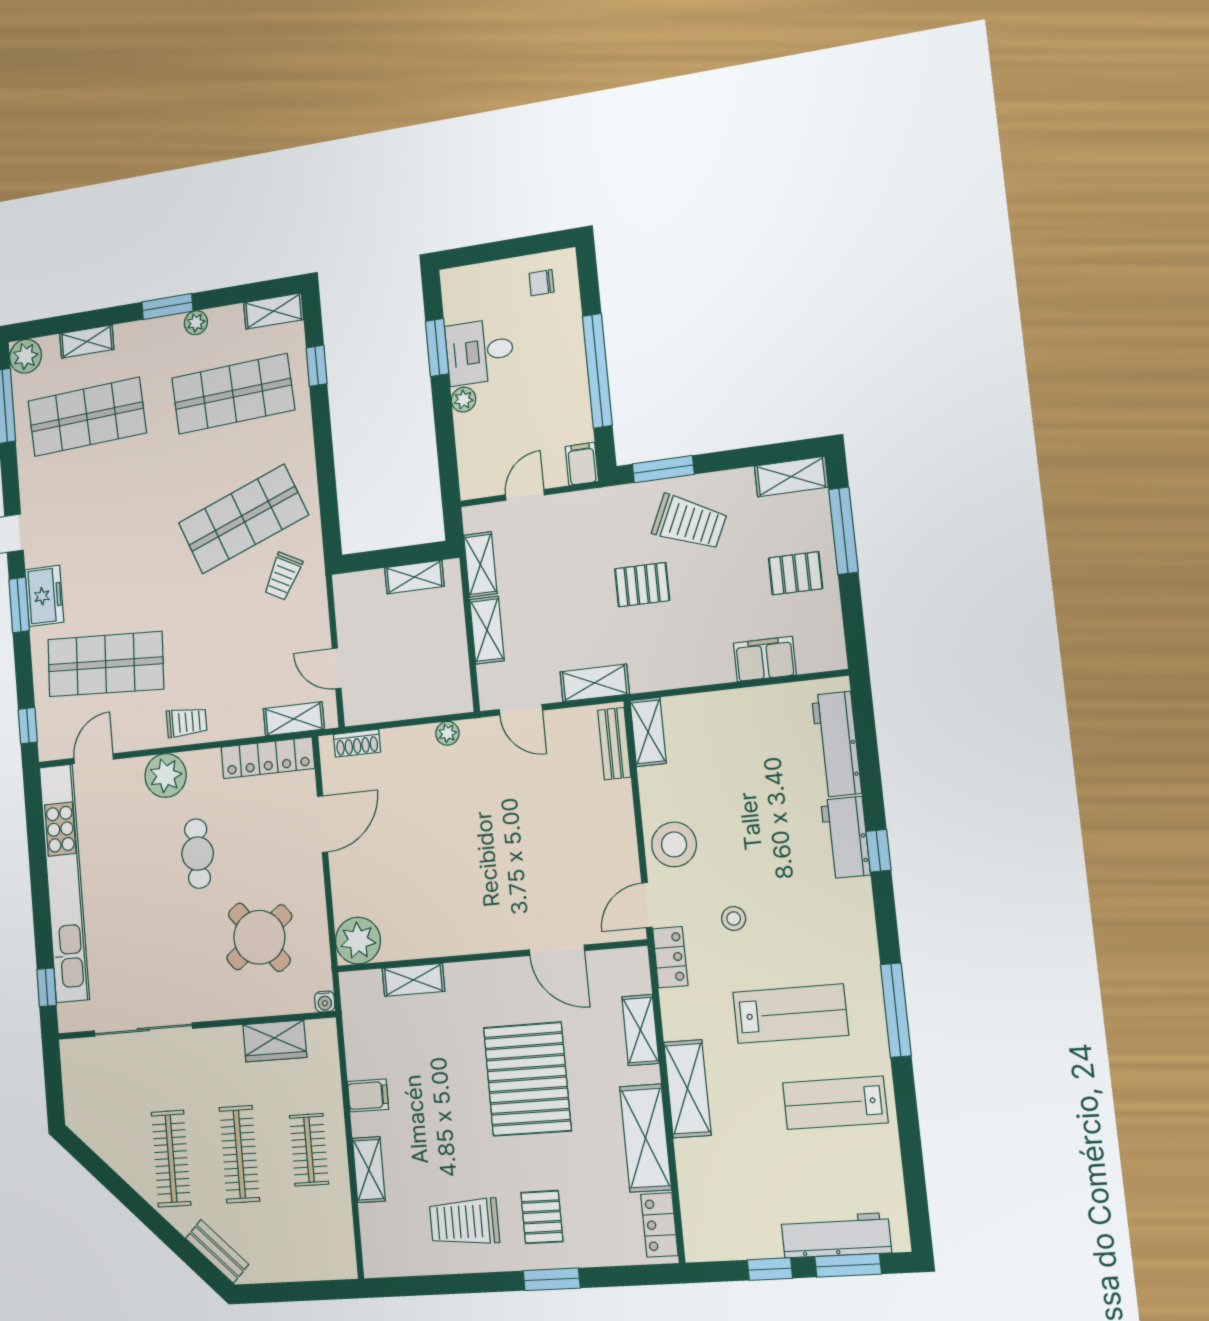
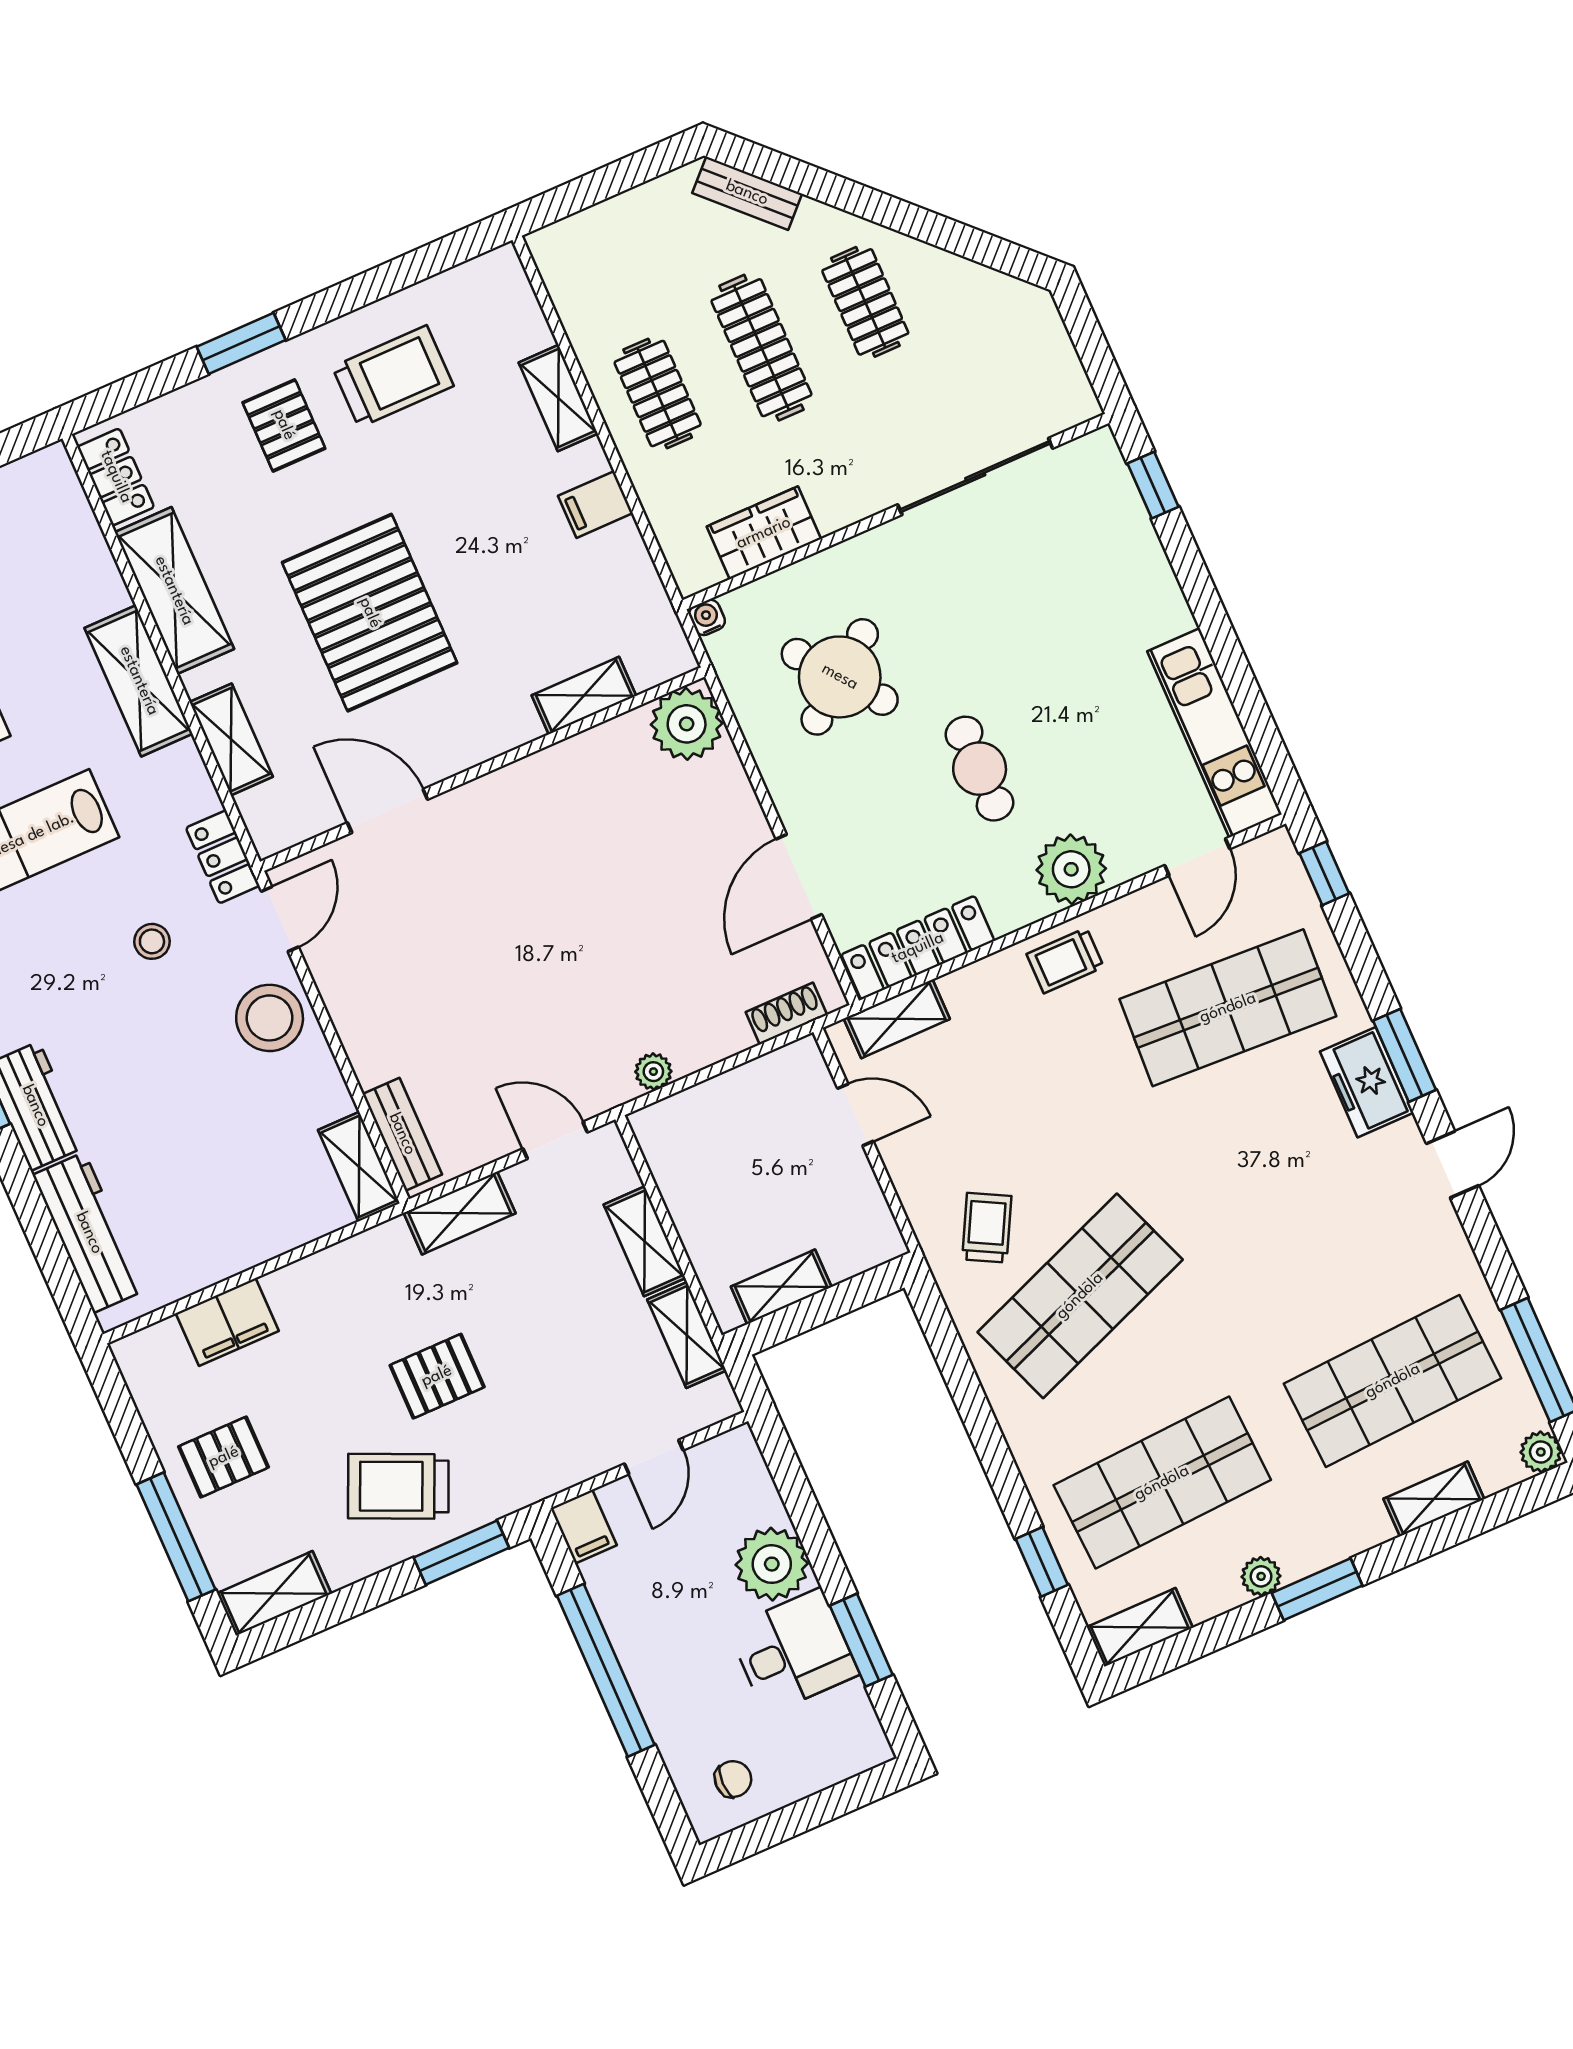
plant: (25, 356) -> (1541, 1452), width x0.73, depth x0.73
plant: (464, 400) -> (772, 1564), width x1.88, depth x1.88
kitchen unit: (64, 883) -> (1215, 733), width x0.54
clothes rail: (171, 1159) -> (865, 302), width x0.73

